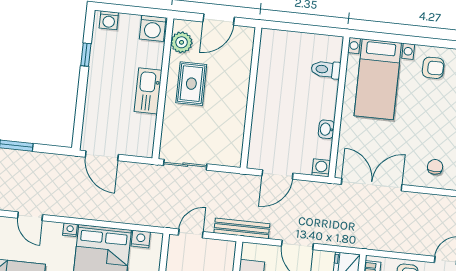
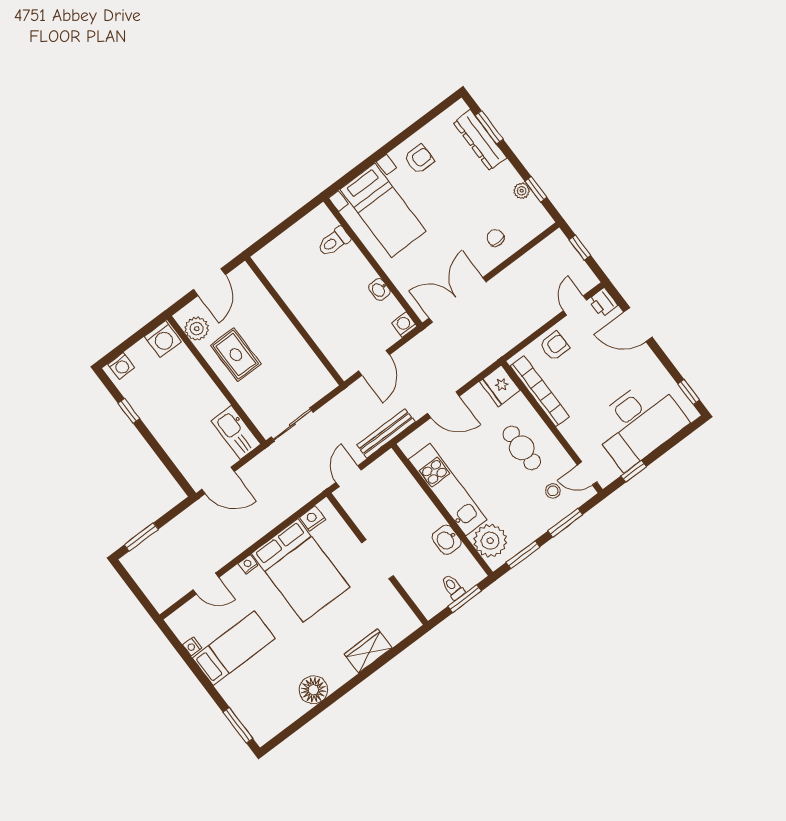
kitchen sink: (148, 91) -> (236, 432), moved

